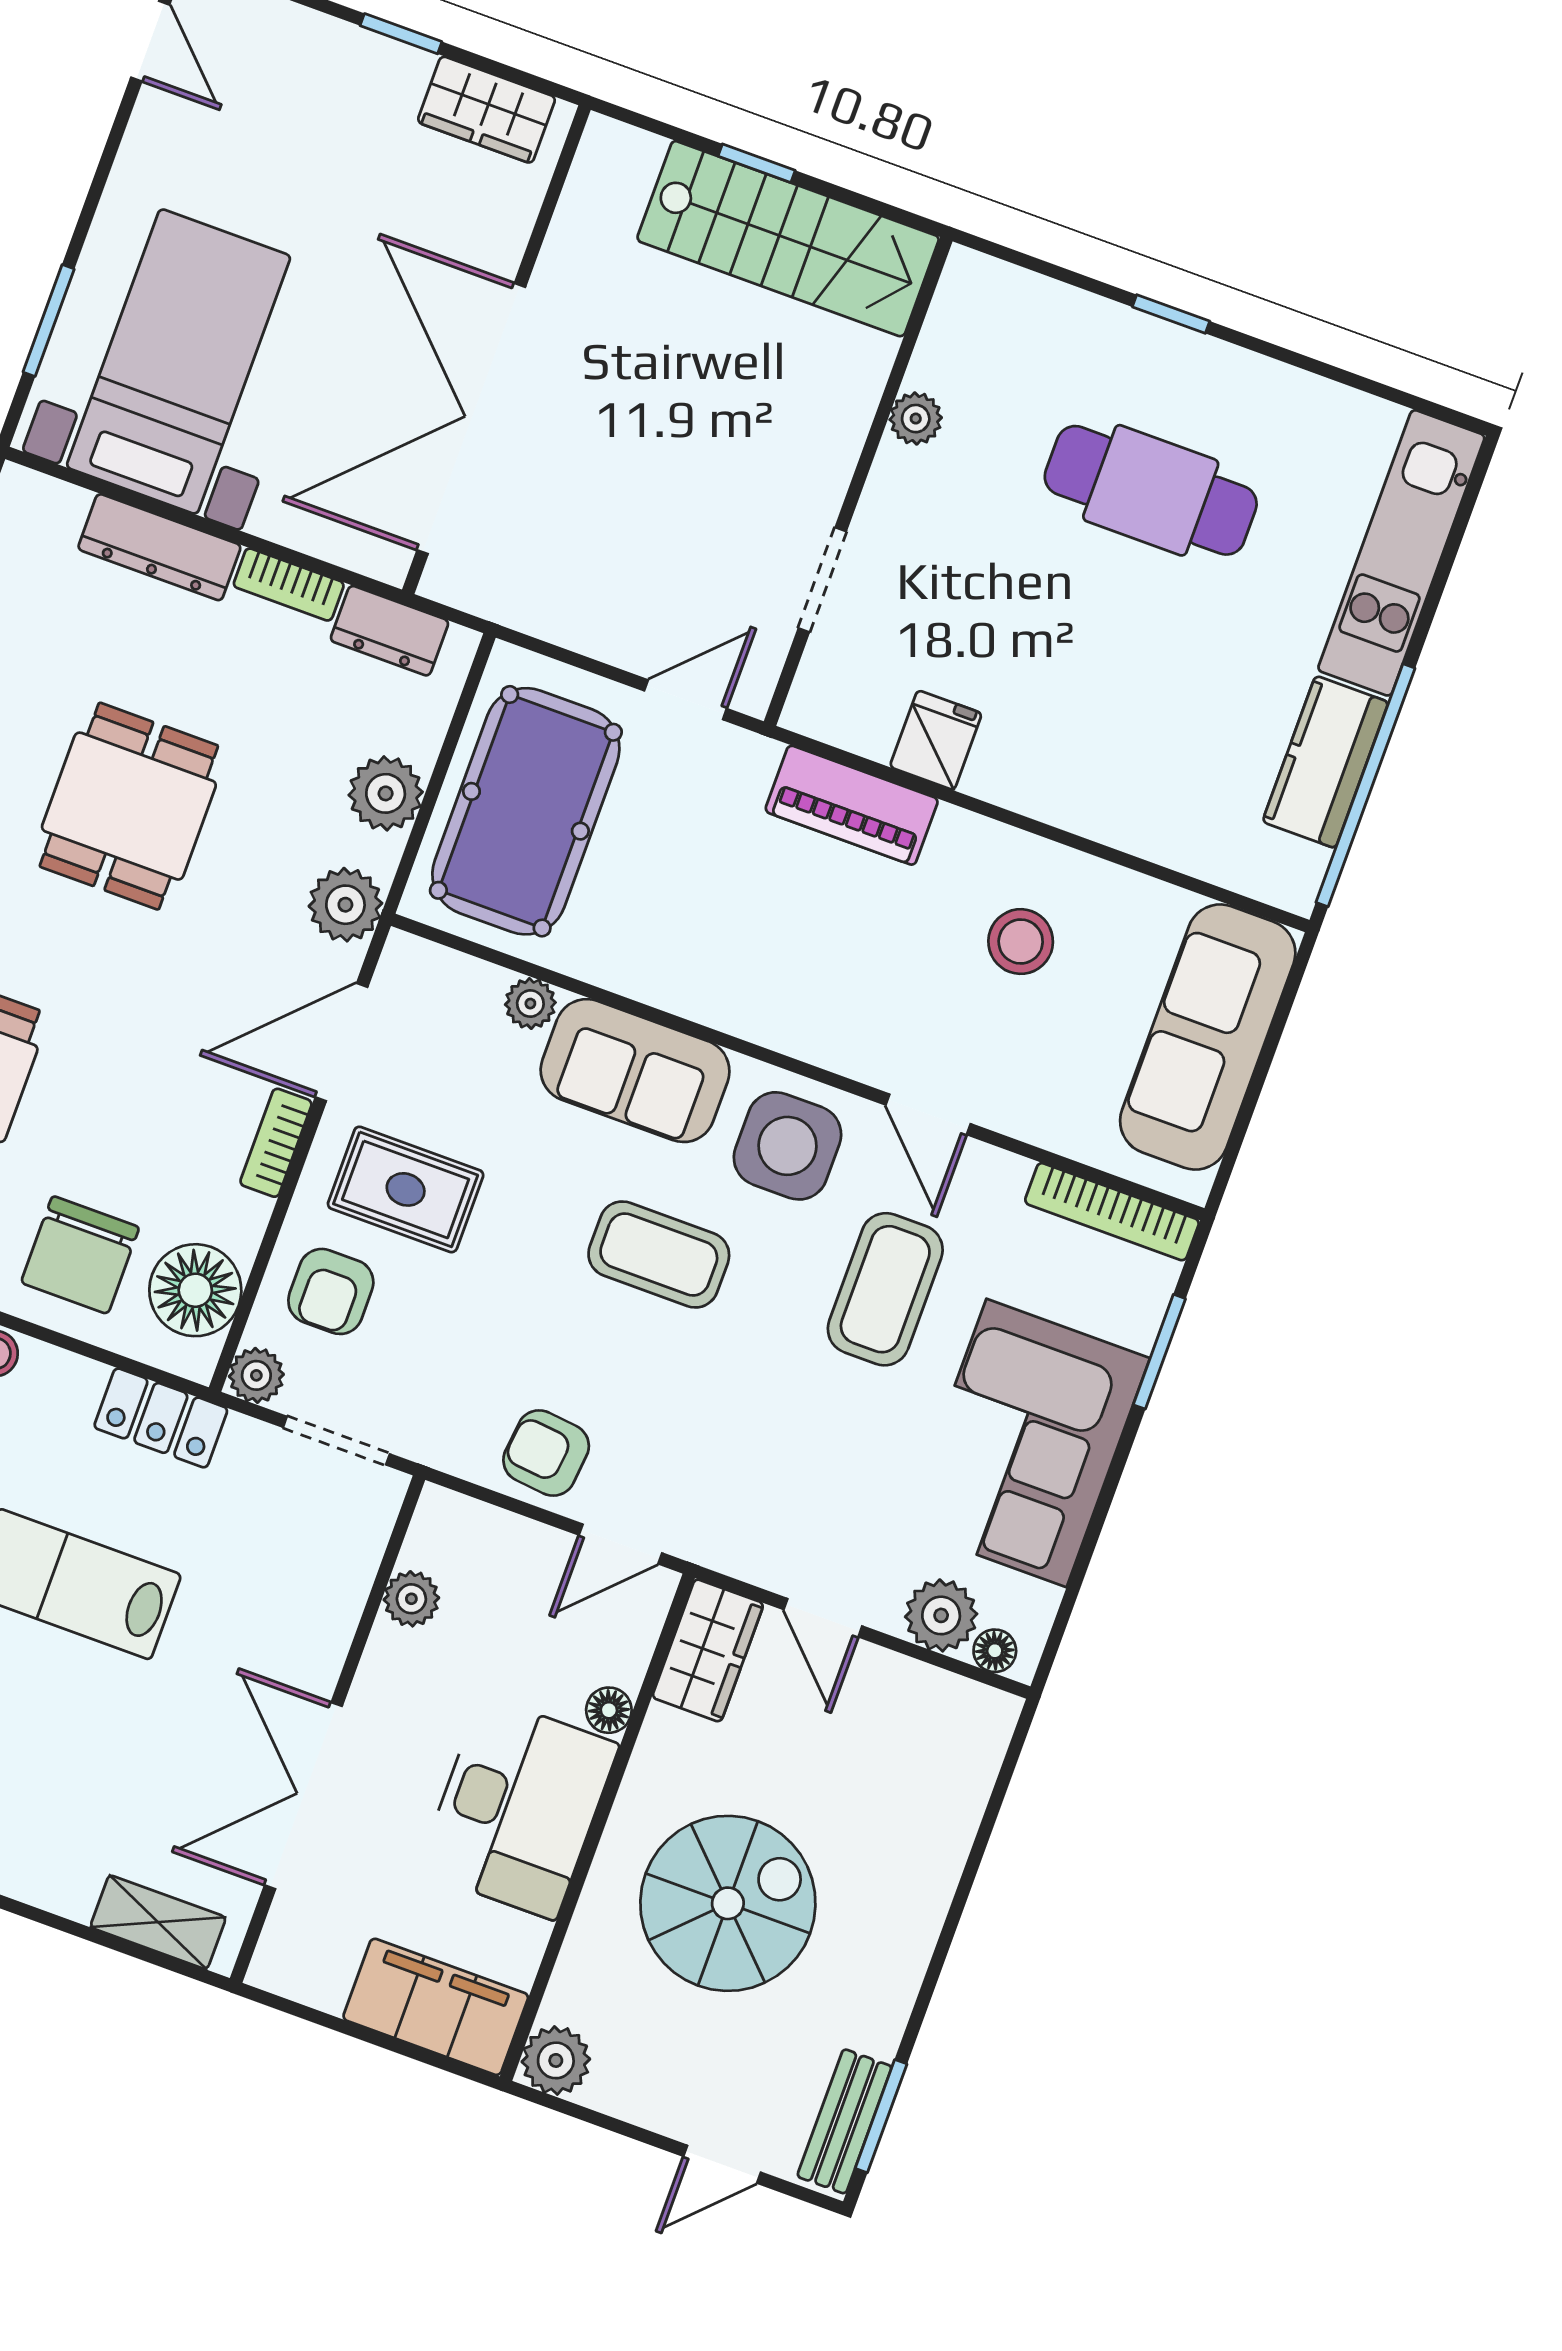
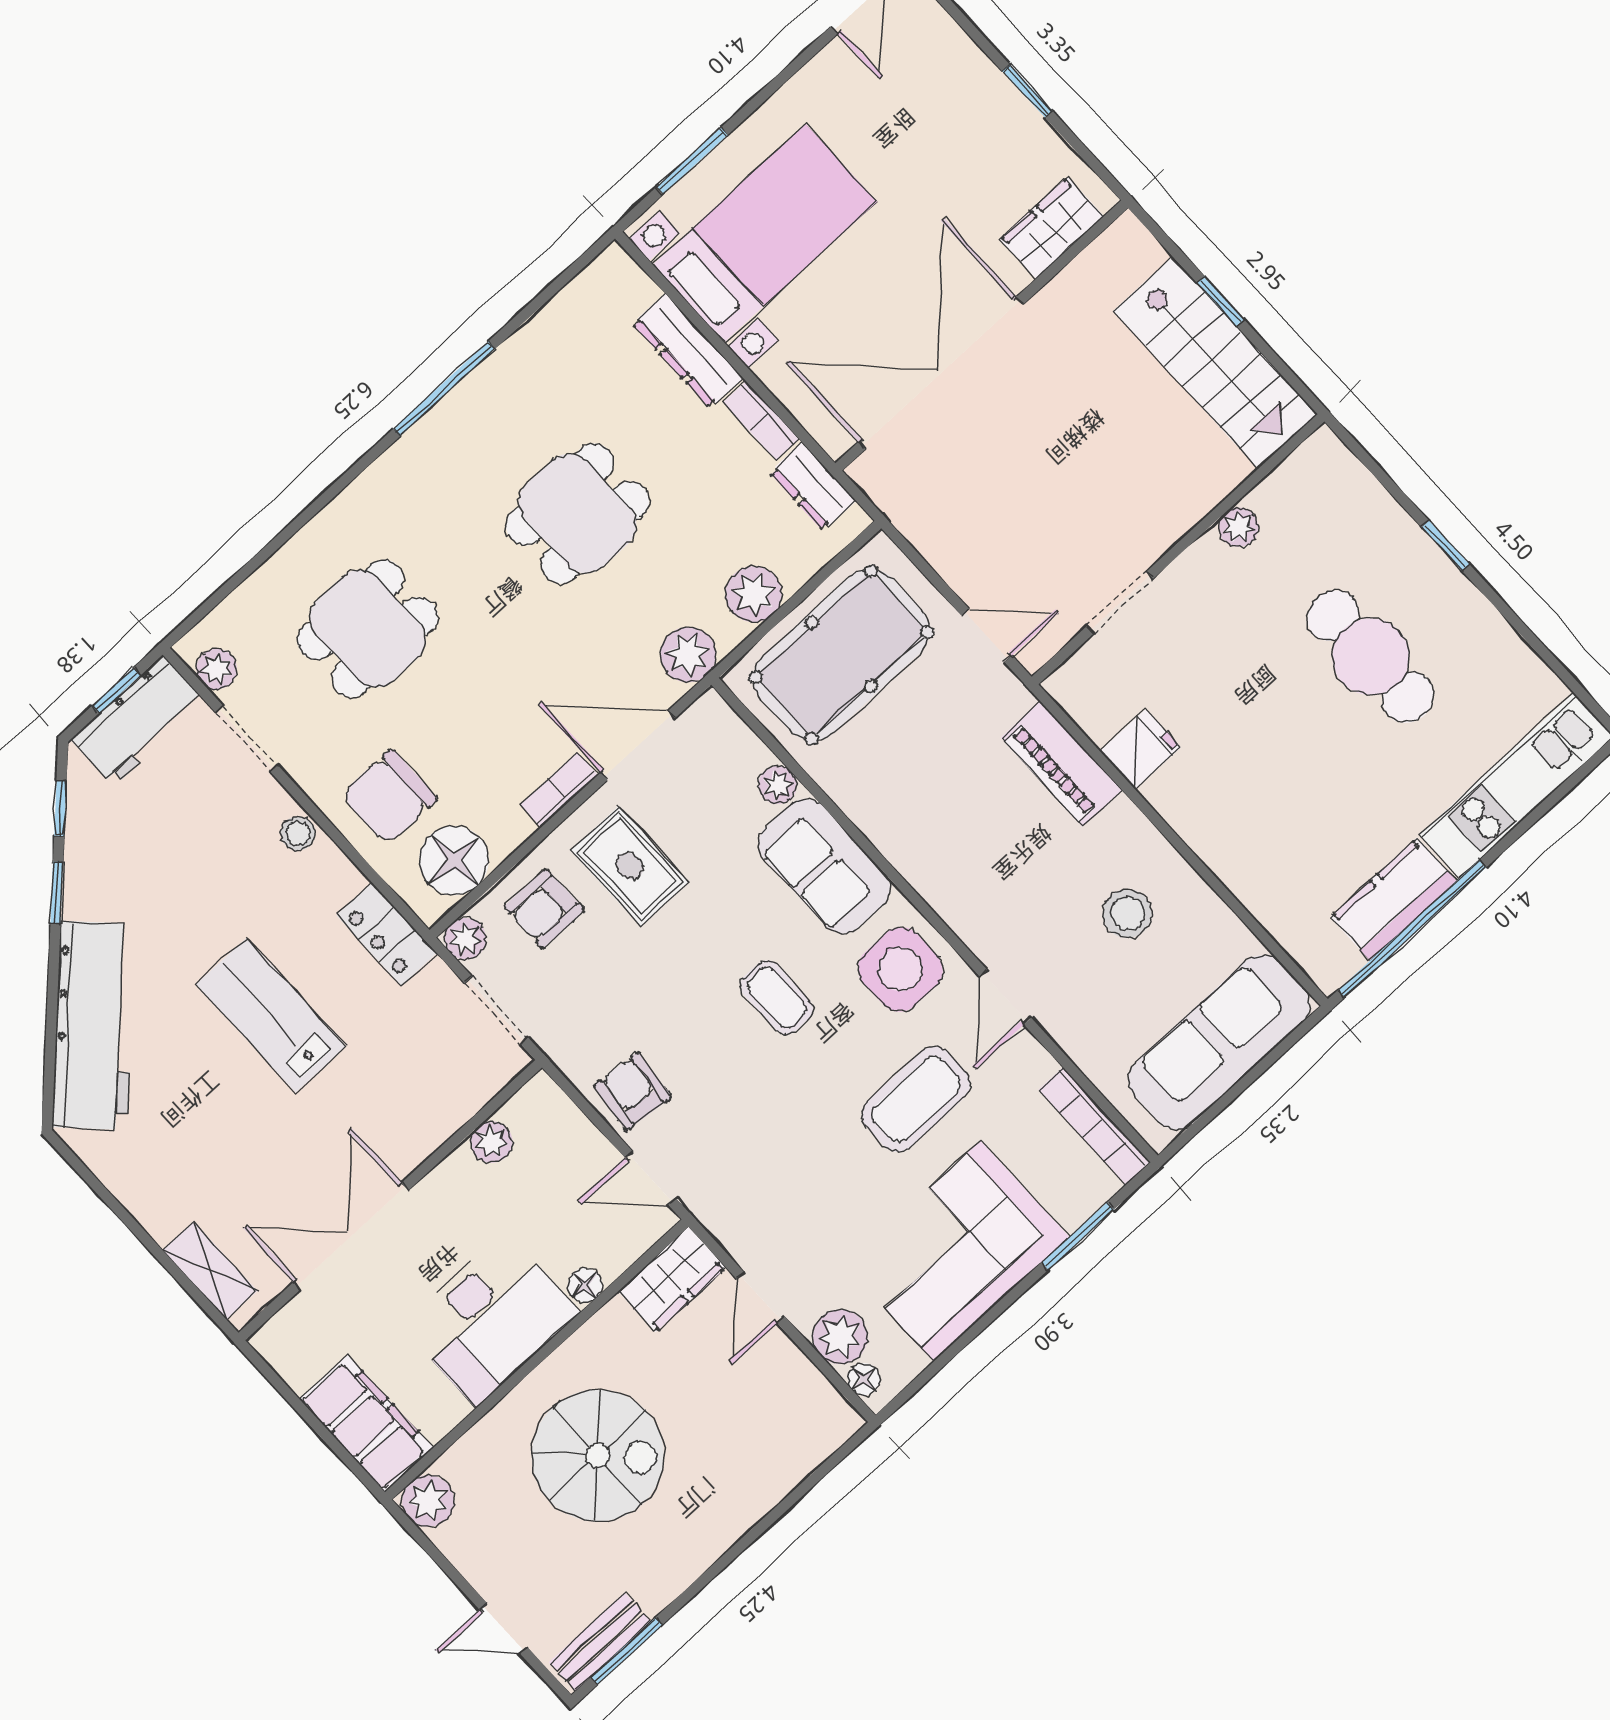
wardrobe: (487, 110) -> (1052, 228), moved, turned 90
coffee table: (659, 1254) -> (777, 997), width x0.73, depth x0.77

